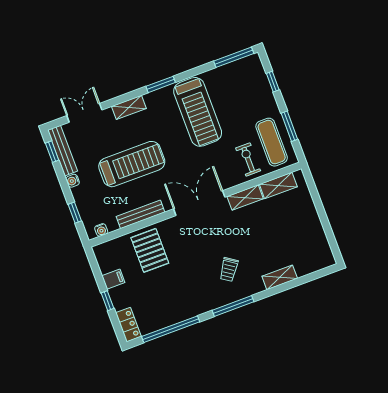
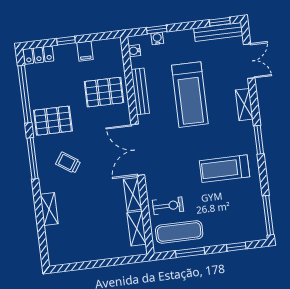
treadmill: (198, 112) -> (224, 169), width x0.73, depth x0.73
water cooler: (73, 181) -> (157, 38), moved
double door: (199, 203) -> (138, 150), swing flipped
pallet: (190, 295) -> (53, 121), added

